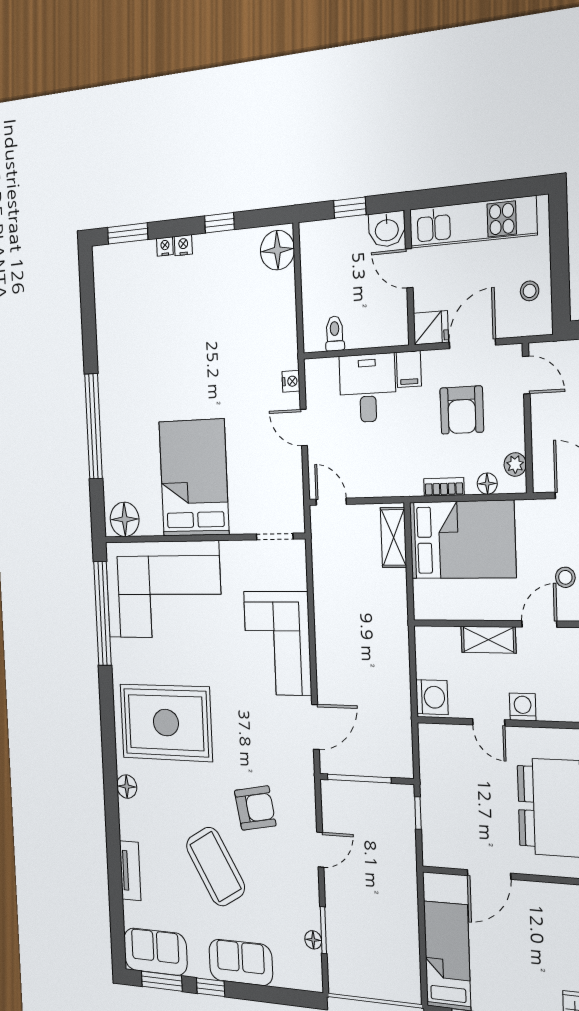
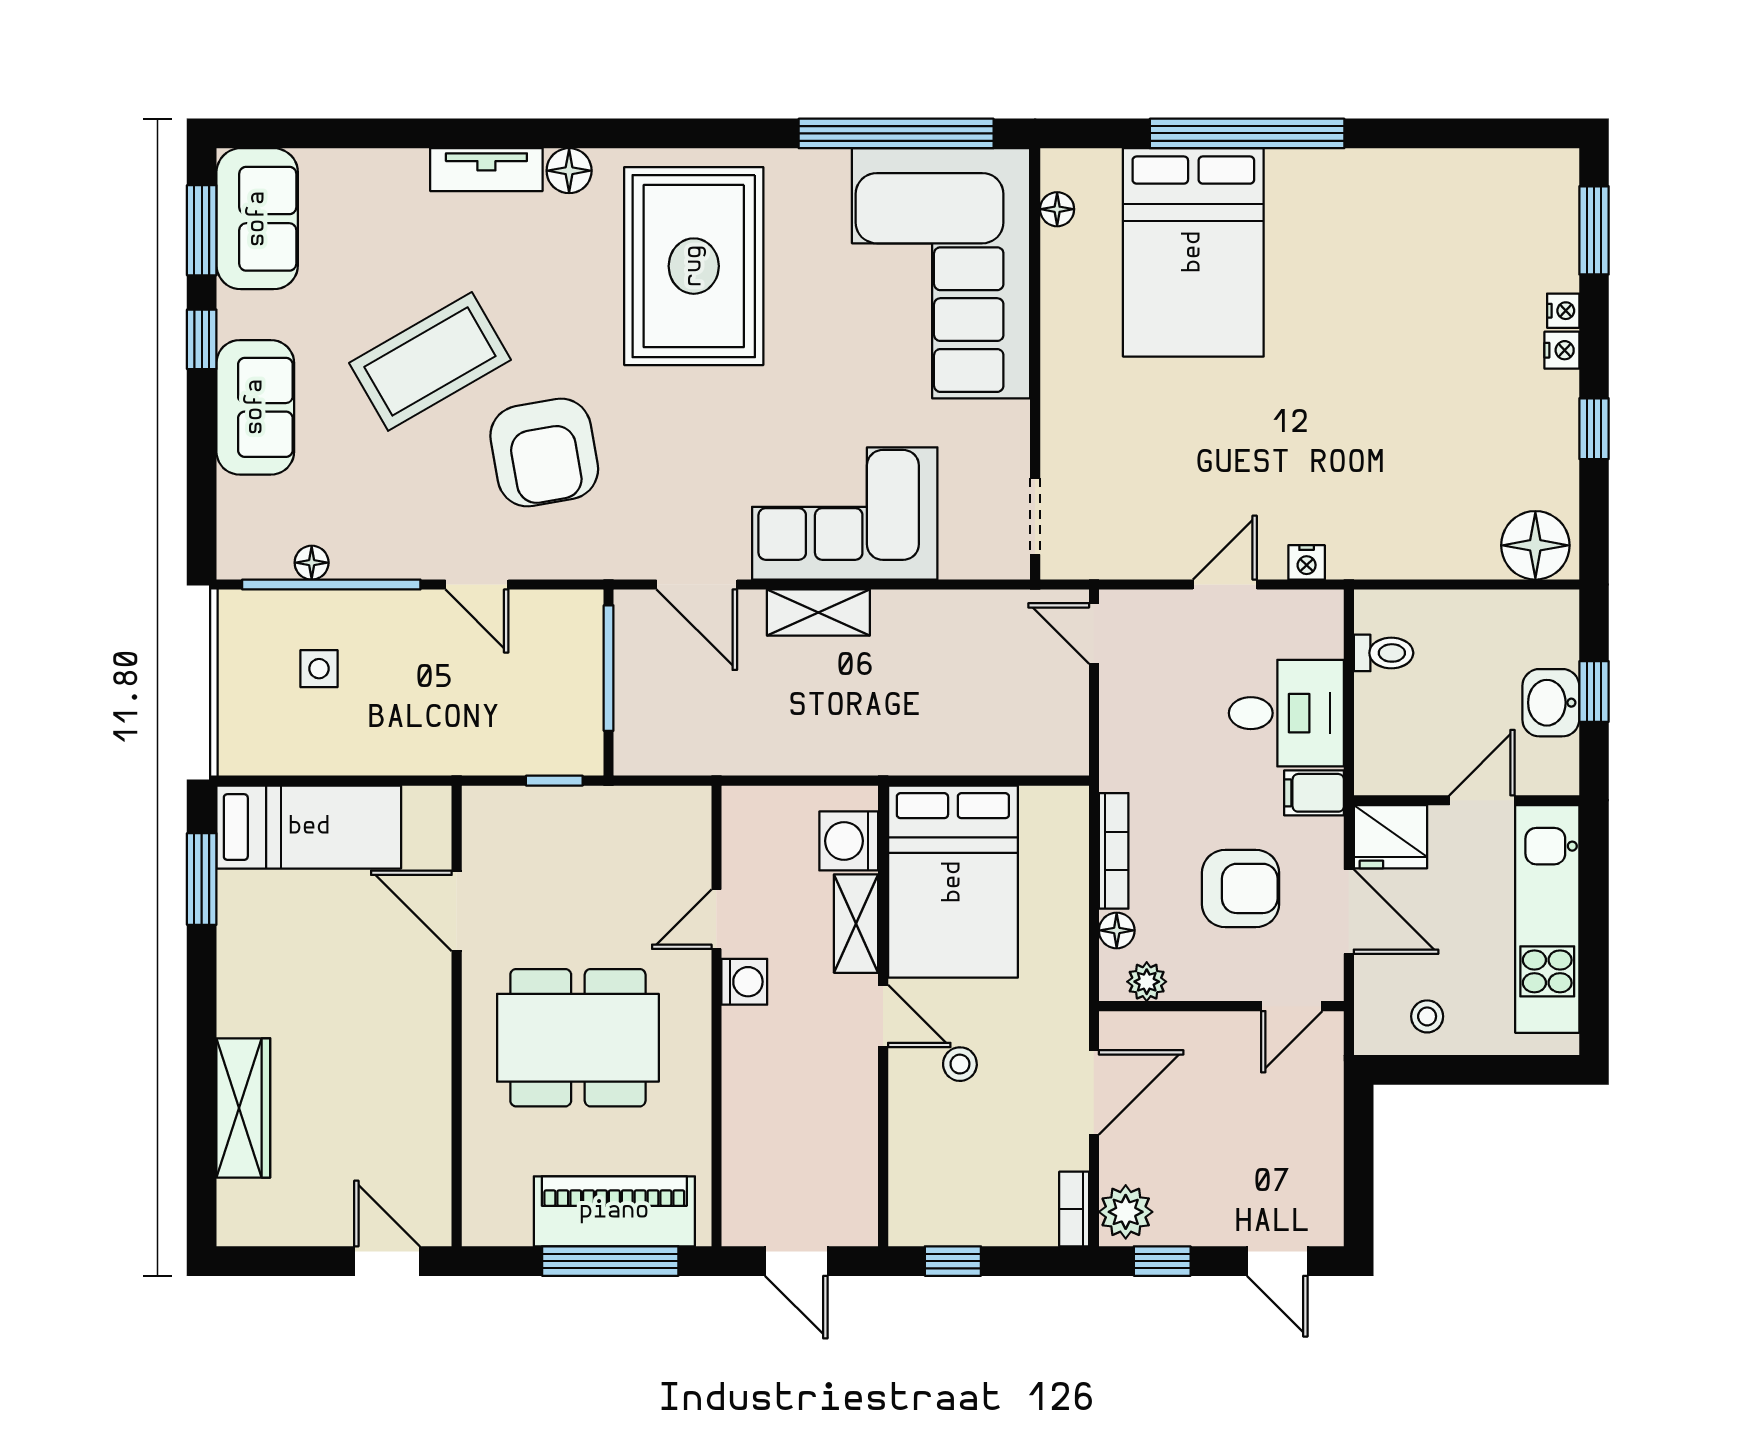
washbasin: (387, 229) -> (1551, 703), moved
fridge: (431, 328) -> (1390, 837), width x1.38
armchair: (462, 410) -> (1240, 888), turned 180
bed: (194, 478) -> (1193, 252), moved, turned 90
bookcase: (444, 487) -> (1114, 851), width x1.56
door: (331, 502) -> (1094, 633), swing flipped
floor lamp: (125, 519) -> (1057, 209), width x0.53, depth x0.53
shelving: (394, 537) -> (818, 613), moved
bed: (462, 540) -> (953, 882), moved
washing machine: (432, 697) -> (849, 841), moved, turned 90
armchair: (255, 808) -> (544, 453), width x1.36, depth x1.36
tv unit: (130, 871) -> (486, 170), moved
window: (323, 930) -> (331, 584), width x2.11
side table: (365, 941) -> (319, 669), added

